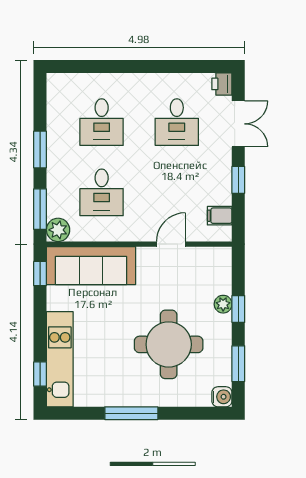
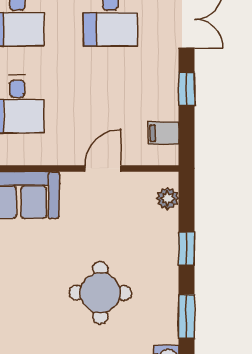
plant: (223, 304) -> (168, 198), moved
round table: (169, 344) -> (100, 293), width x0.73, depth x0.73

